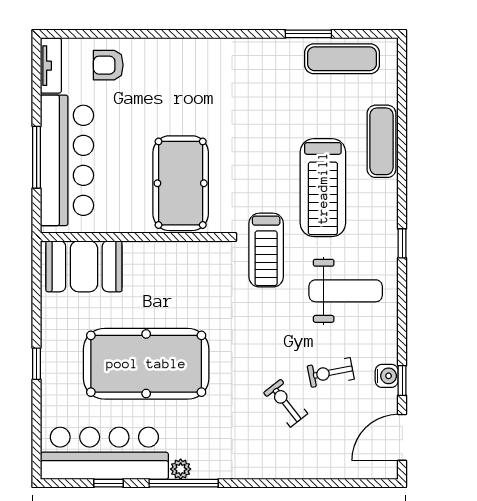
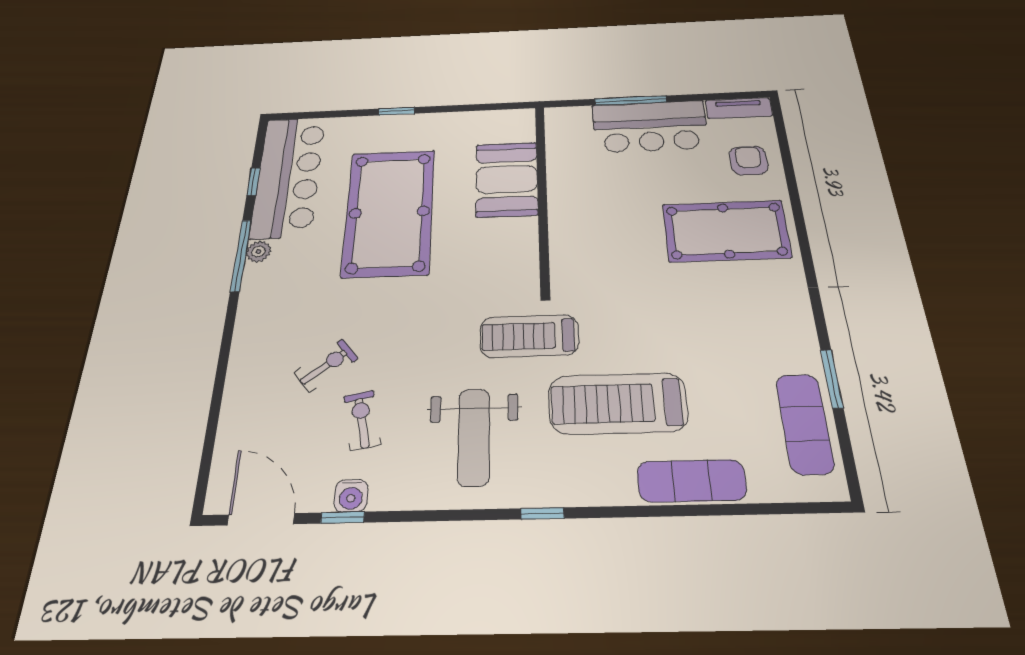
bar counter: (67, 160) -> (650, 126), width x0.73
pool table: (181, 183) -> (726, 231), moved
booth: (84, 266) -> (507, 179), moved

